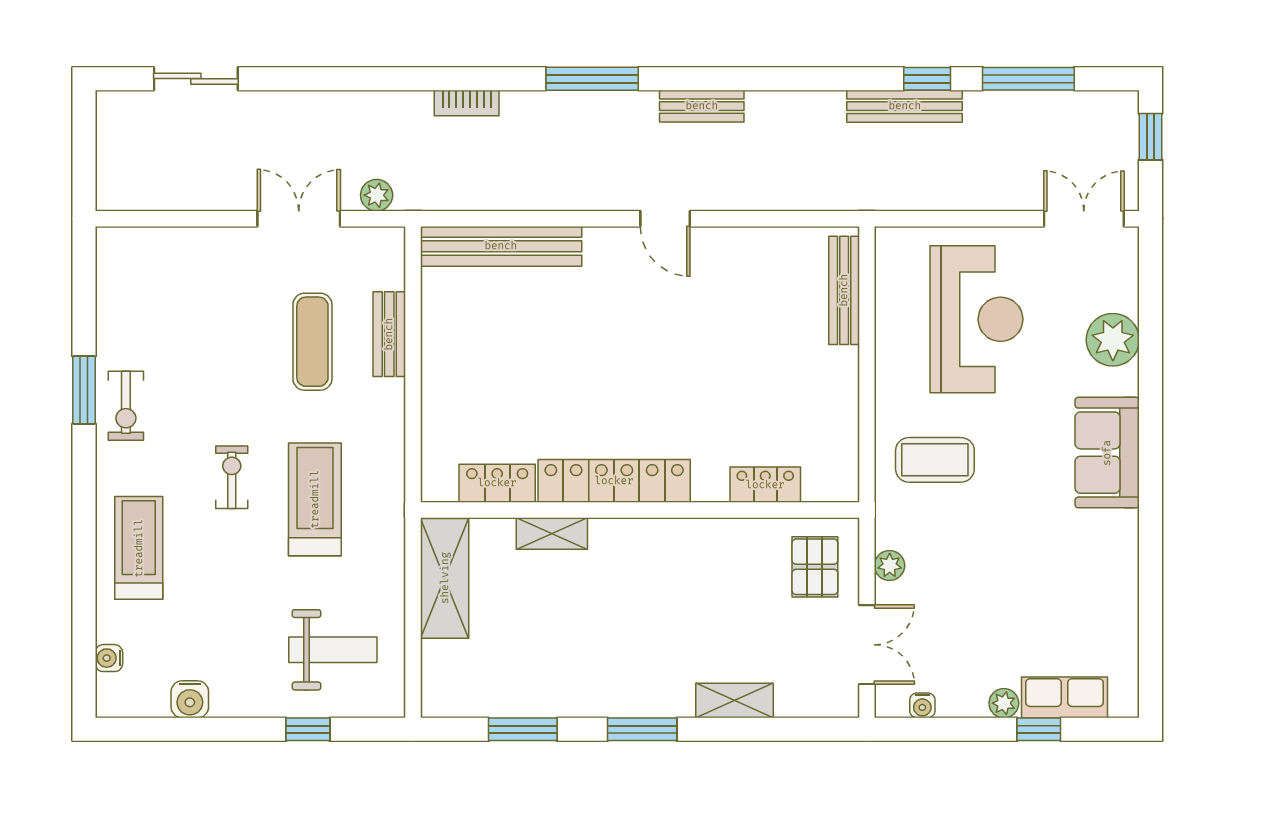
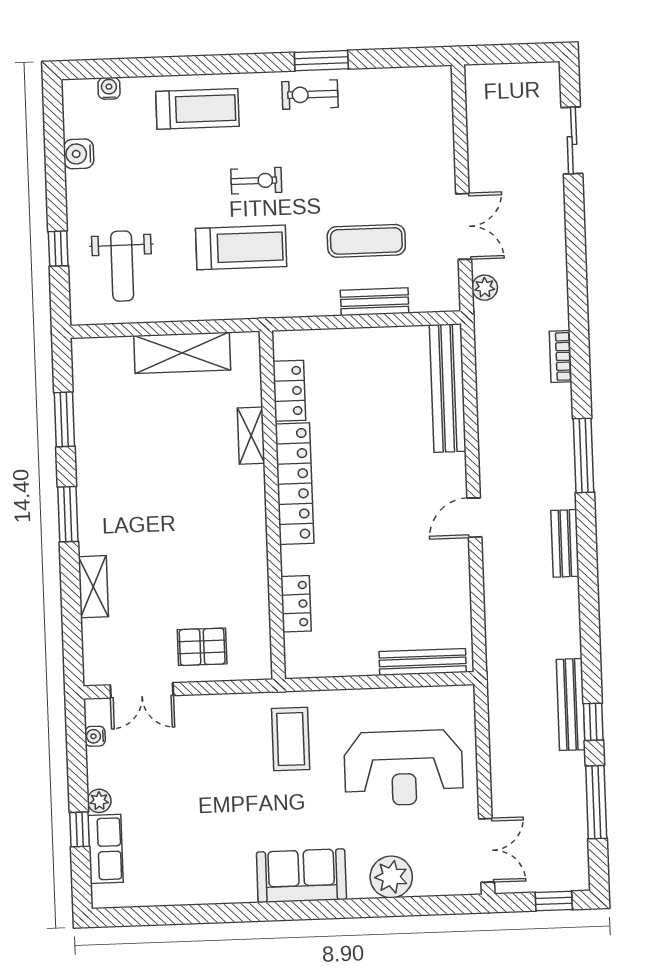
locker: (614, 481) -> (295, 484), moved
locker: (497, 483) -> (289, 391), moved
locker: (765, 485) -> (296, 604), moved
wall: (640, 510) -> (272, 505), moved
shelving: (552, 533) -> (251, 436), moved
plant: (890, 565) -> (205, 706), removed

